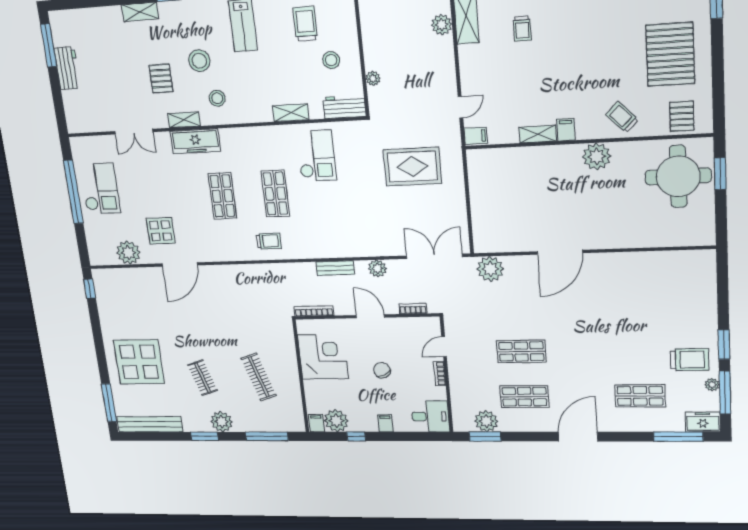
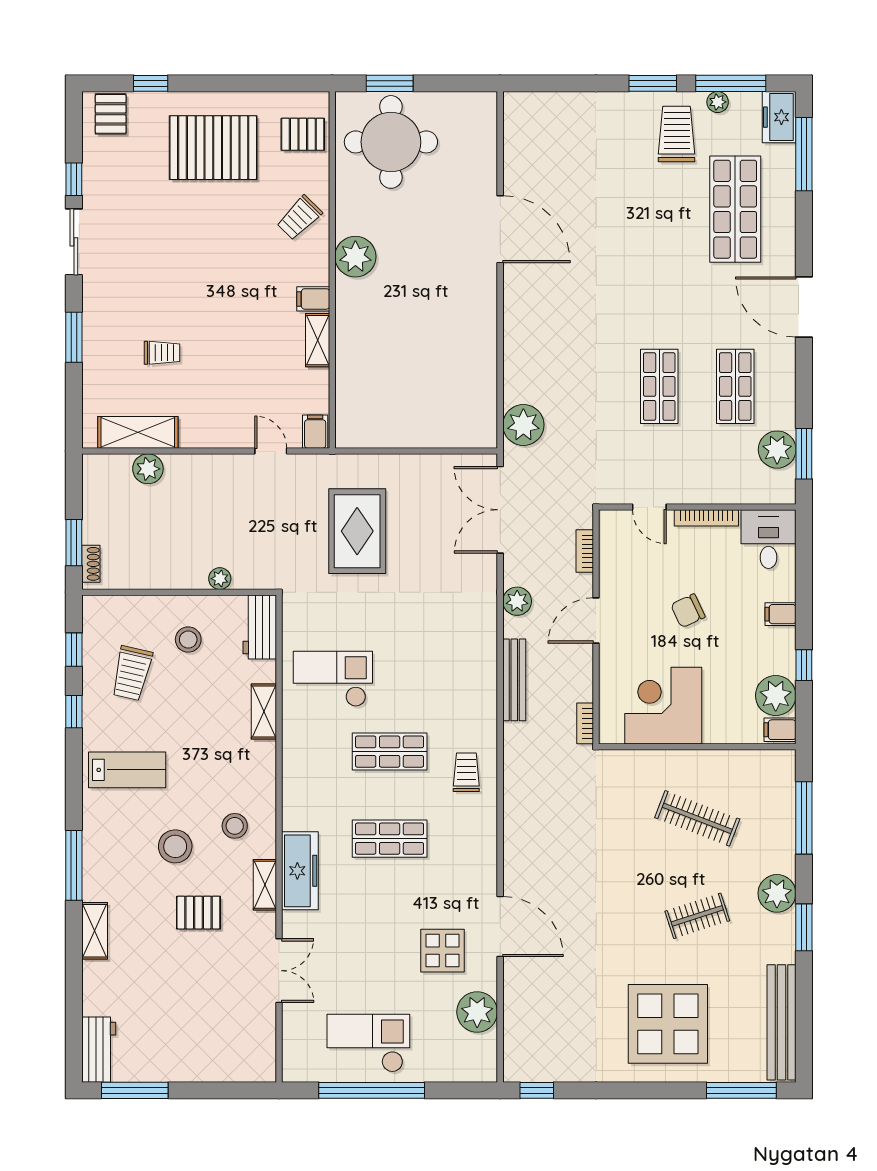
trolley: (305, 24) -> (132, 673), turned -77
workbench: (67, 68) -> (99, 1050), moved, turned 90
door: (560, 252) -> (500, 229), moved
bench: (335, 268) -> (514, 680), width x1.36
bookcase: (314, 311) -> (585, 723), width x0.64
bookcase: (440, 374) -> (706, 518), width x1.56
clothes rail: (259, 377) -> (697, 818), turned 39
shop shelf: (640, 396) -> (735, 209), width x1.43, depth x1.36

